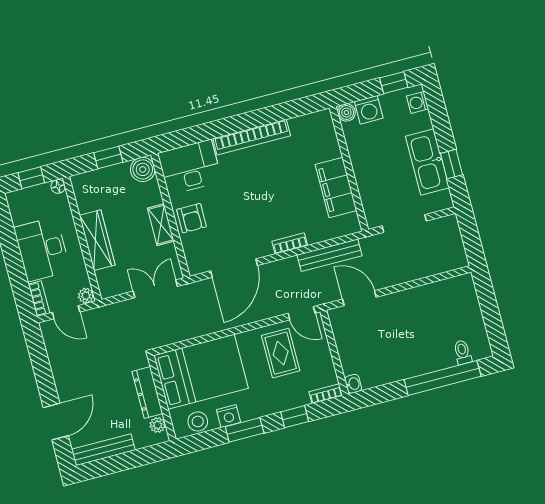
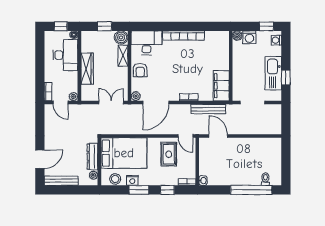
filing cabinet: (336, 187) -> (221, 86), moved
shelving: (161, 225) -> (123, 56), moved
desk: (42, 249) -> (65, 55), moved, turned 180
plant: (196, 266) -> (136, 96), added

